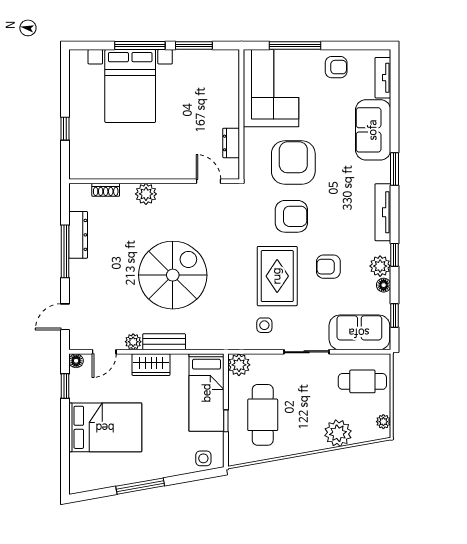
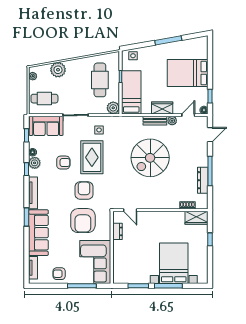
sofa: (373, 130) -> (38, 233), width x1.36
wardrobe: (89, 167) -> (196, 218), added
plant: (146, 194) -> (165, 203), removed
armchair: (291, 216) -> (84, 191), turned 90

